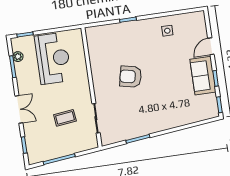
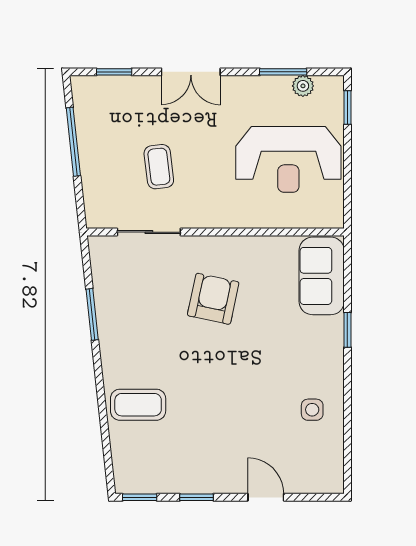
sofa: (203, 76) -> (322, 276), moved, turned -90
armchair: (131, 77) -> (213, 299), moved
coffee table: (177, 112) -> (138, 405), added

